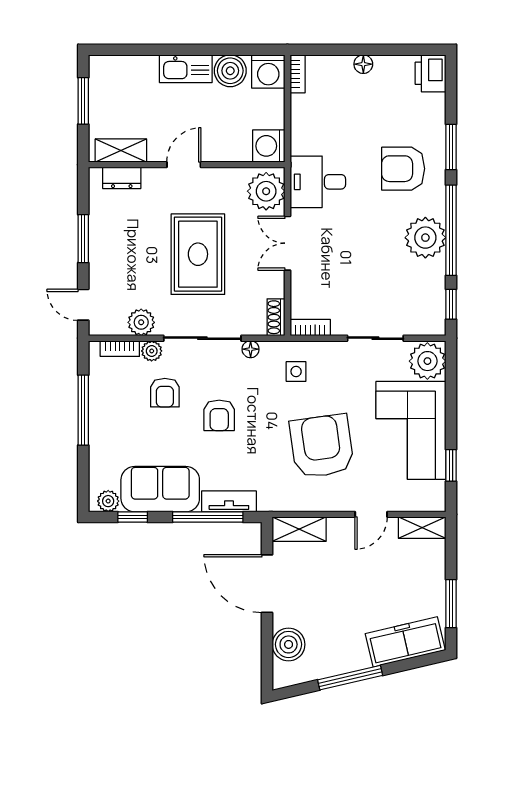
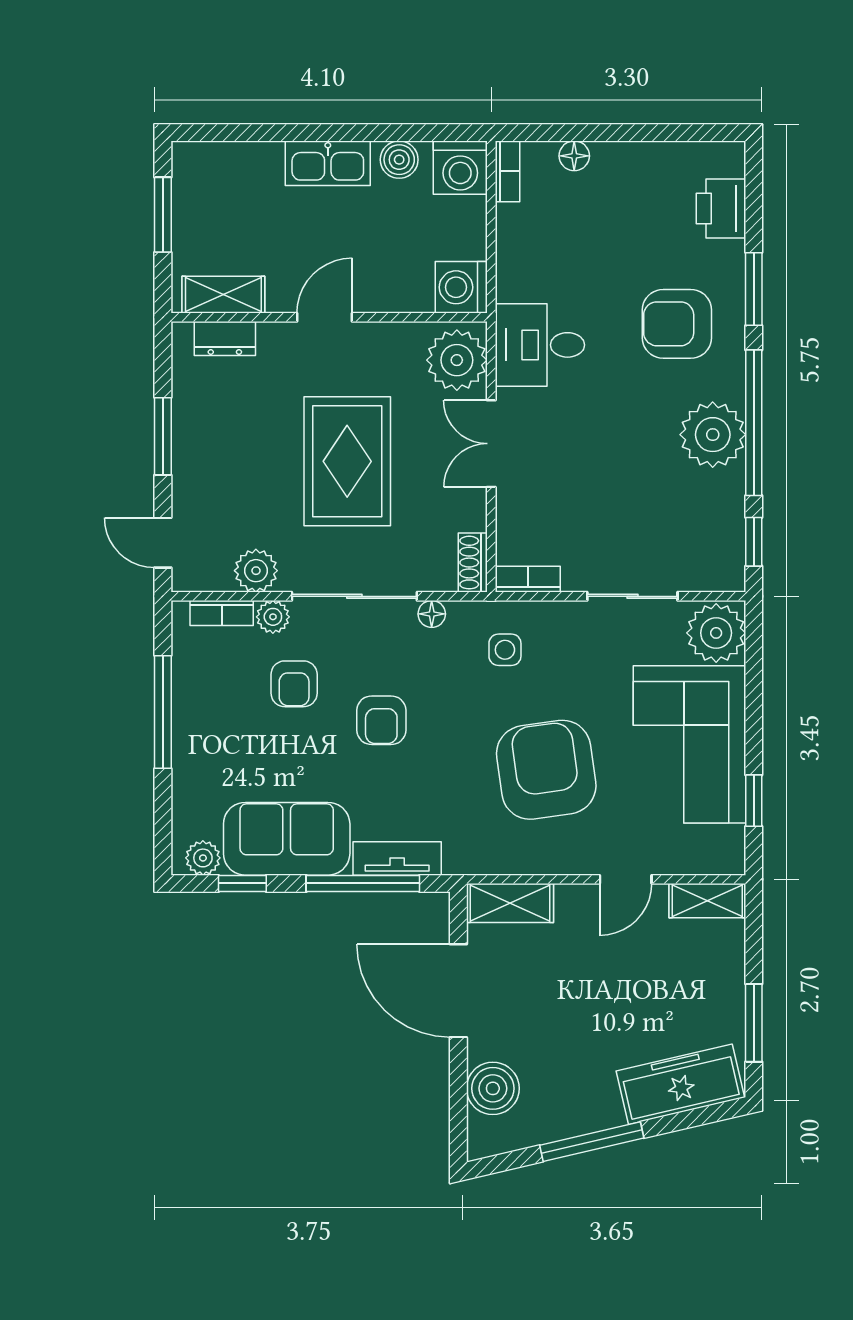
floor lamp: (363, 64) -> (574, 156), moved
boiler: (230, 71) -> (399, 160), width x0.73, depth x0.73
printer: (431, 73) -> (721, 208), moved

